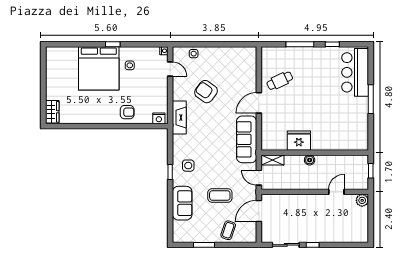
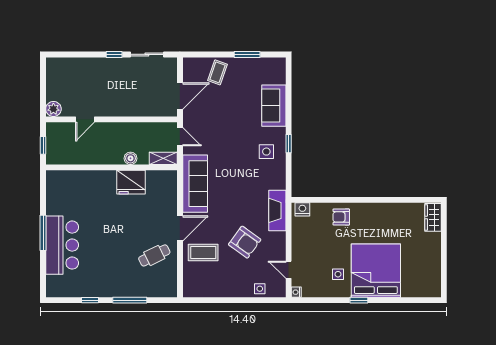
bar counter: (355, 72) -> (62, 245), moved
boiler: (310, 160) -> (131, 158), moved
coffee table: (220, 195) -> (203, 252), moved

